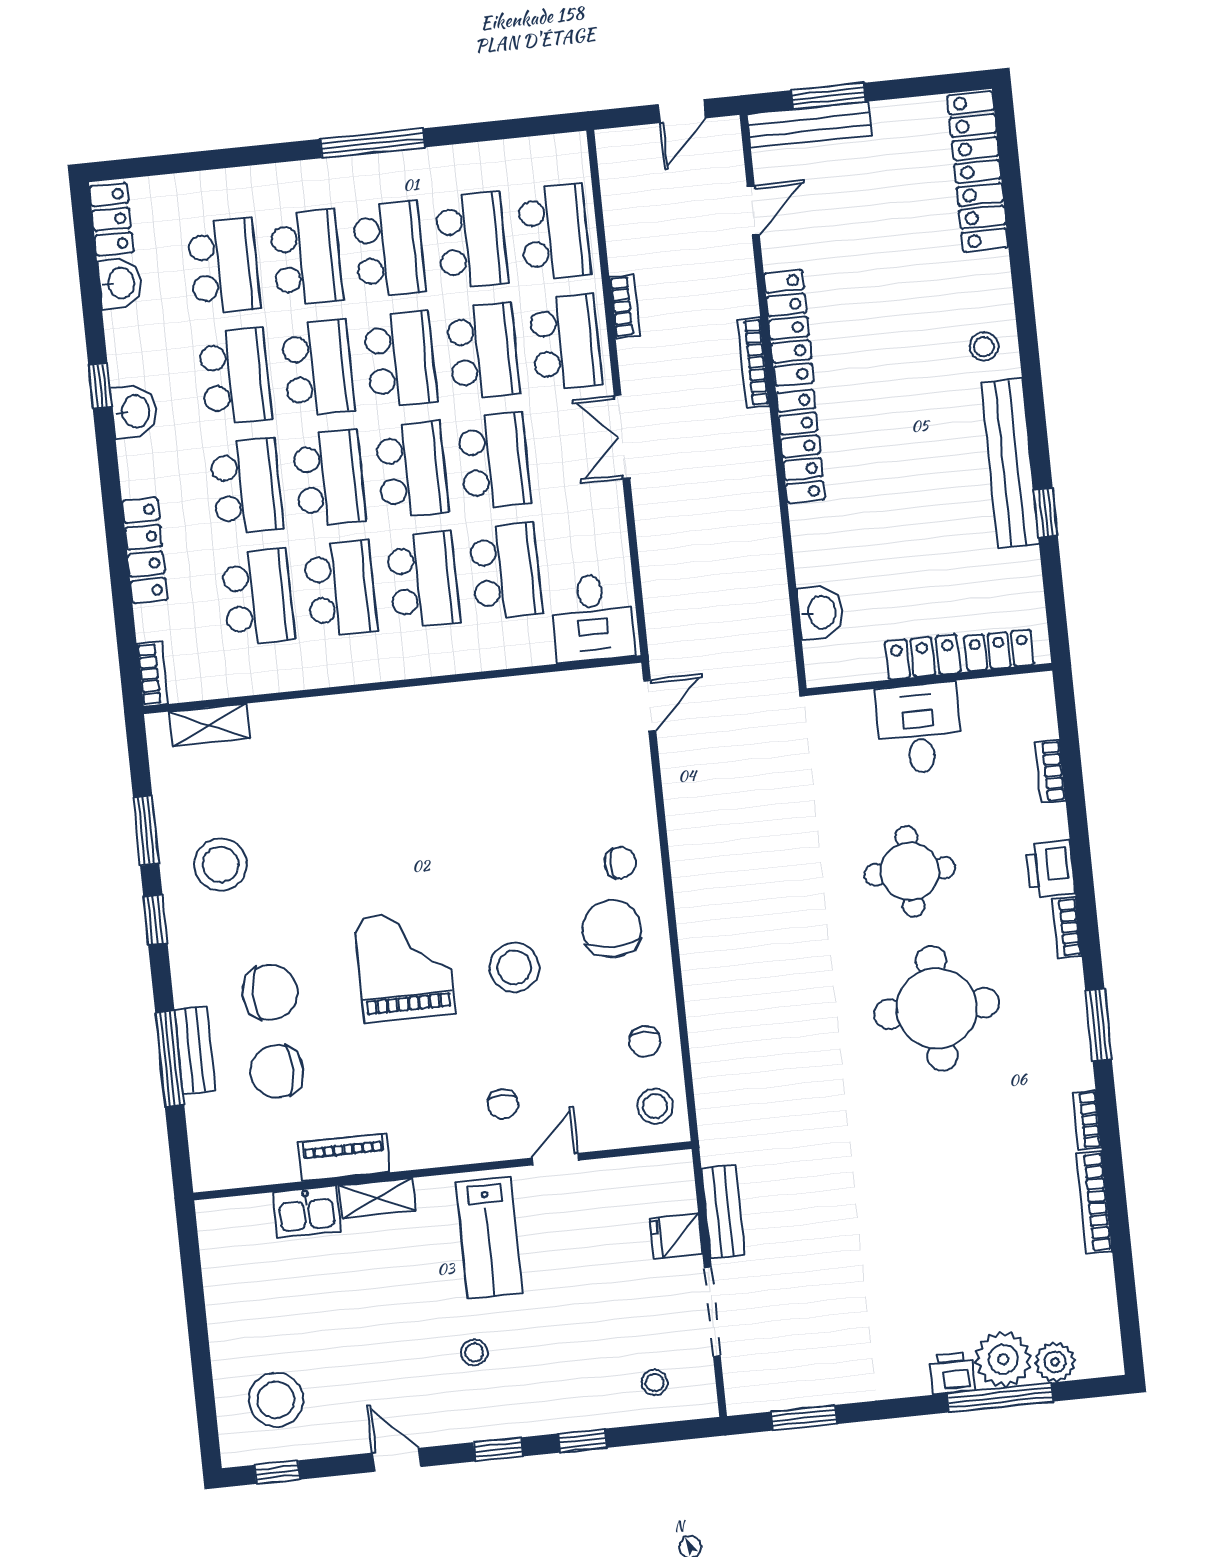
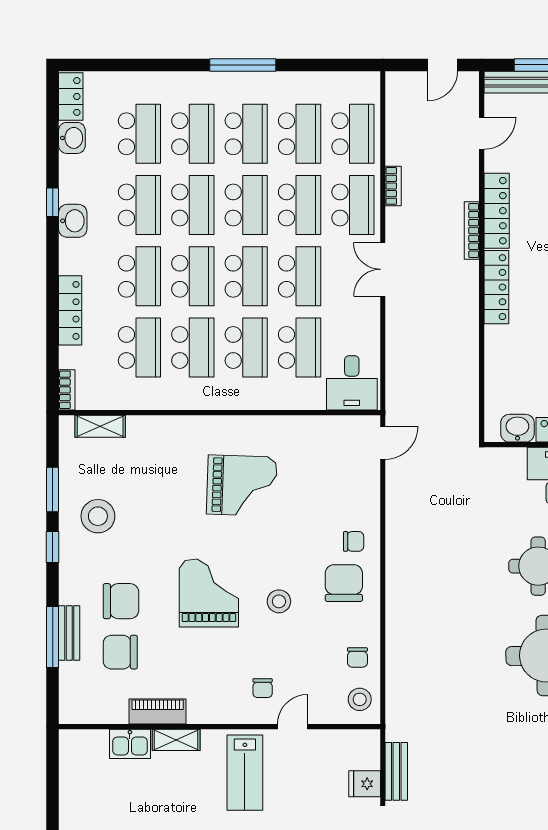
washbasin: (821, 612) -> (517, 428), moved, turned -90
grand piano: (438, 794) -> (242, 486), added
stool: (514, 967) -> (279, 601), width x0.73, depth x0.73

